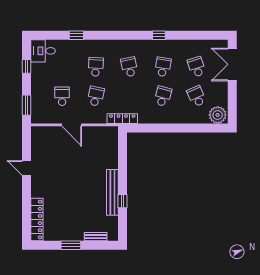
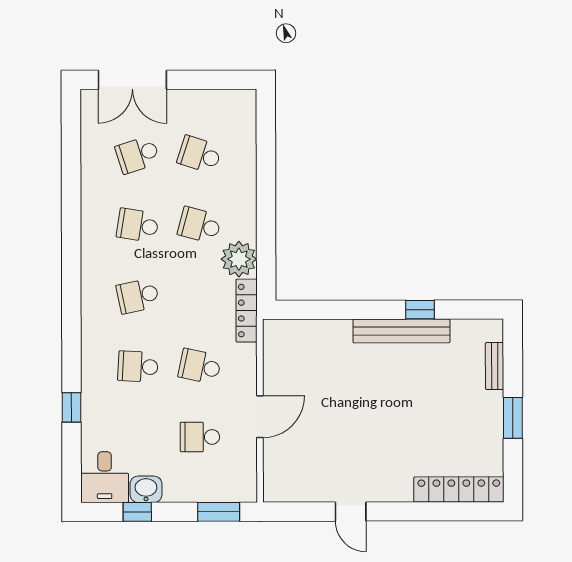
window: (159, 35) -> (71, 234), removed
washbasin: (37, 71) -> (146, 489), added
school desk: (197, 96) -> (199, 155), turned 42
plant: (218, 115) -> (239, 259), moved
door: (26, 168) -> (351, 512), hinge flipped

